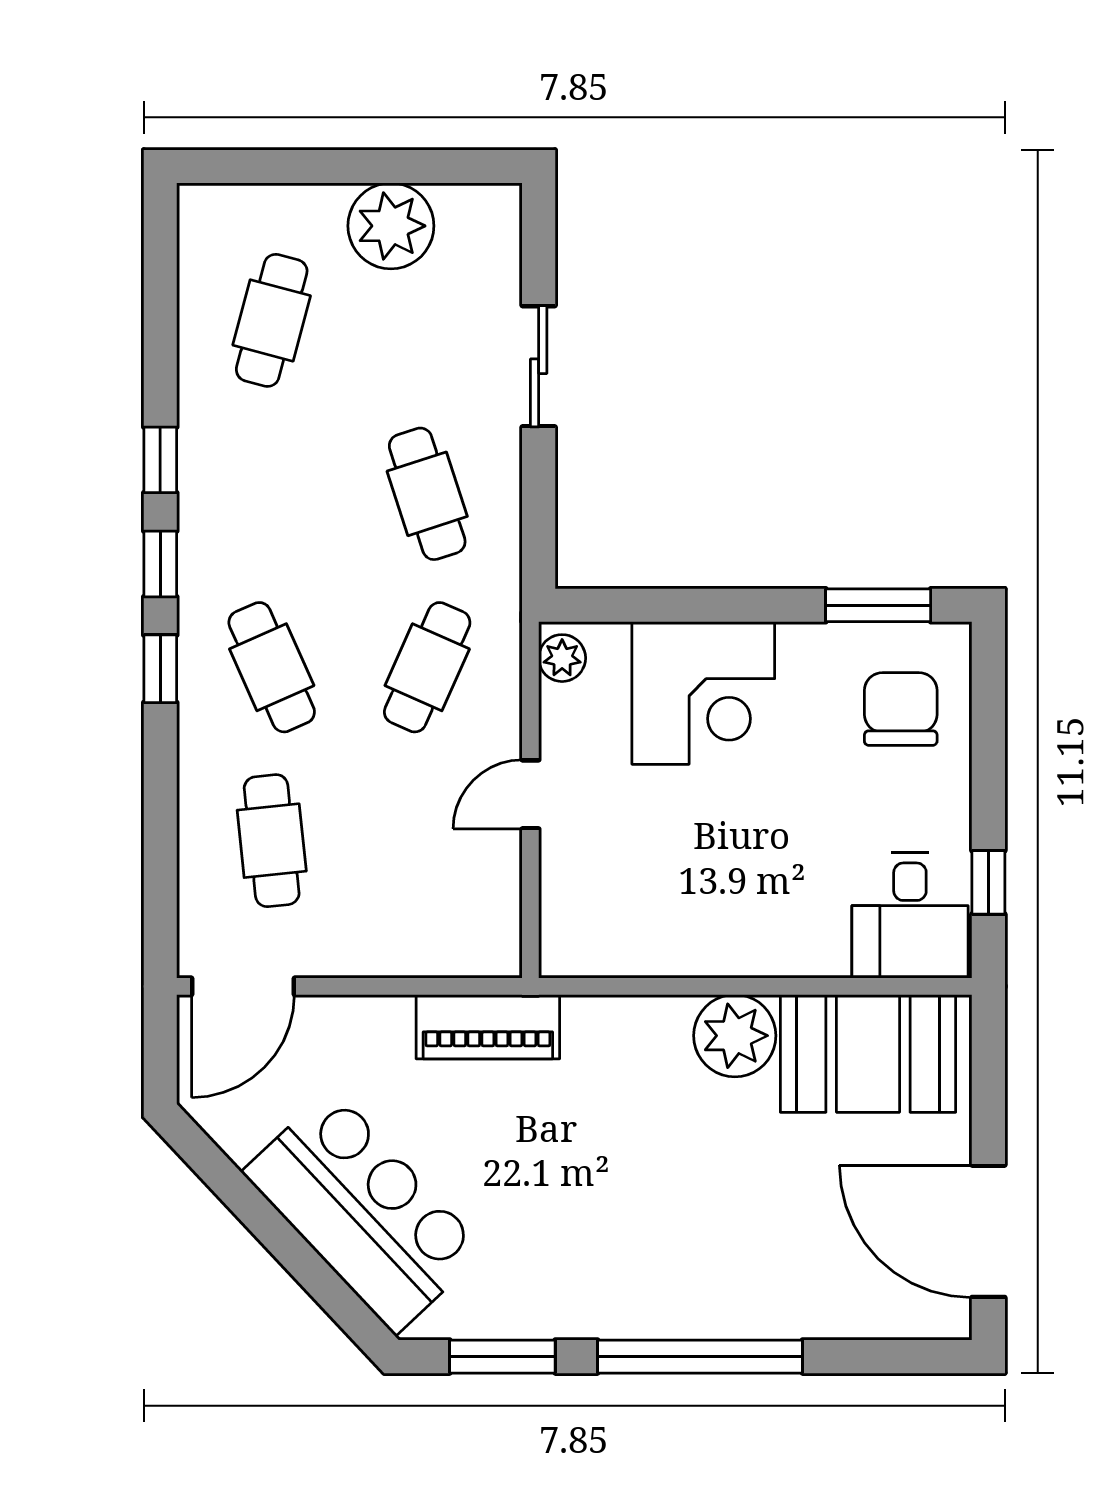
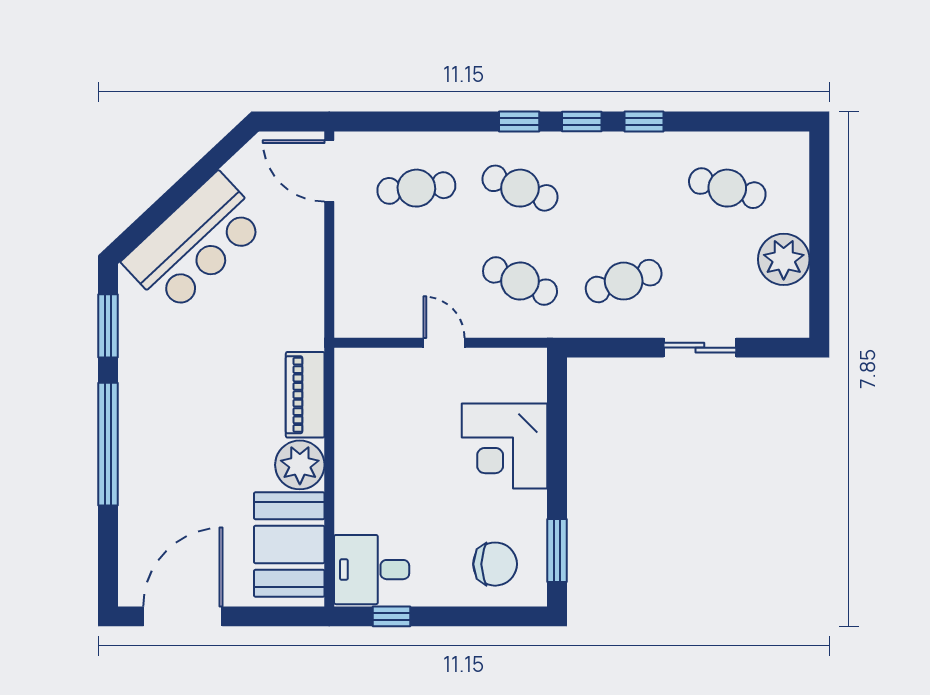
plant: (562, 658) -> (526, 362), removed
cafe table: (272, 667) -> (520, 188), turned 45
piano: (488, 1027) -> (305, 395), moved

